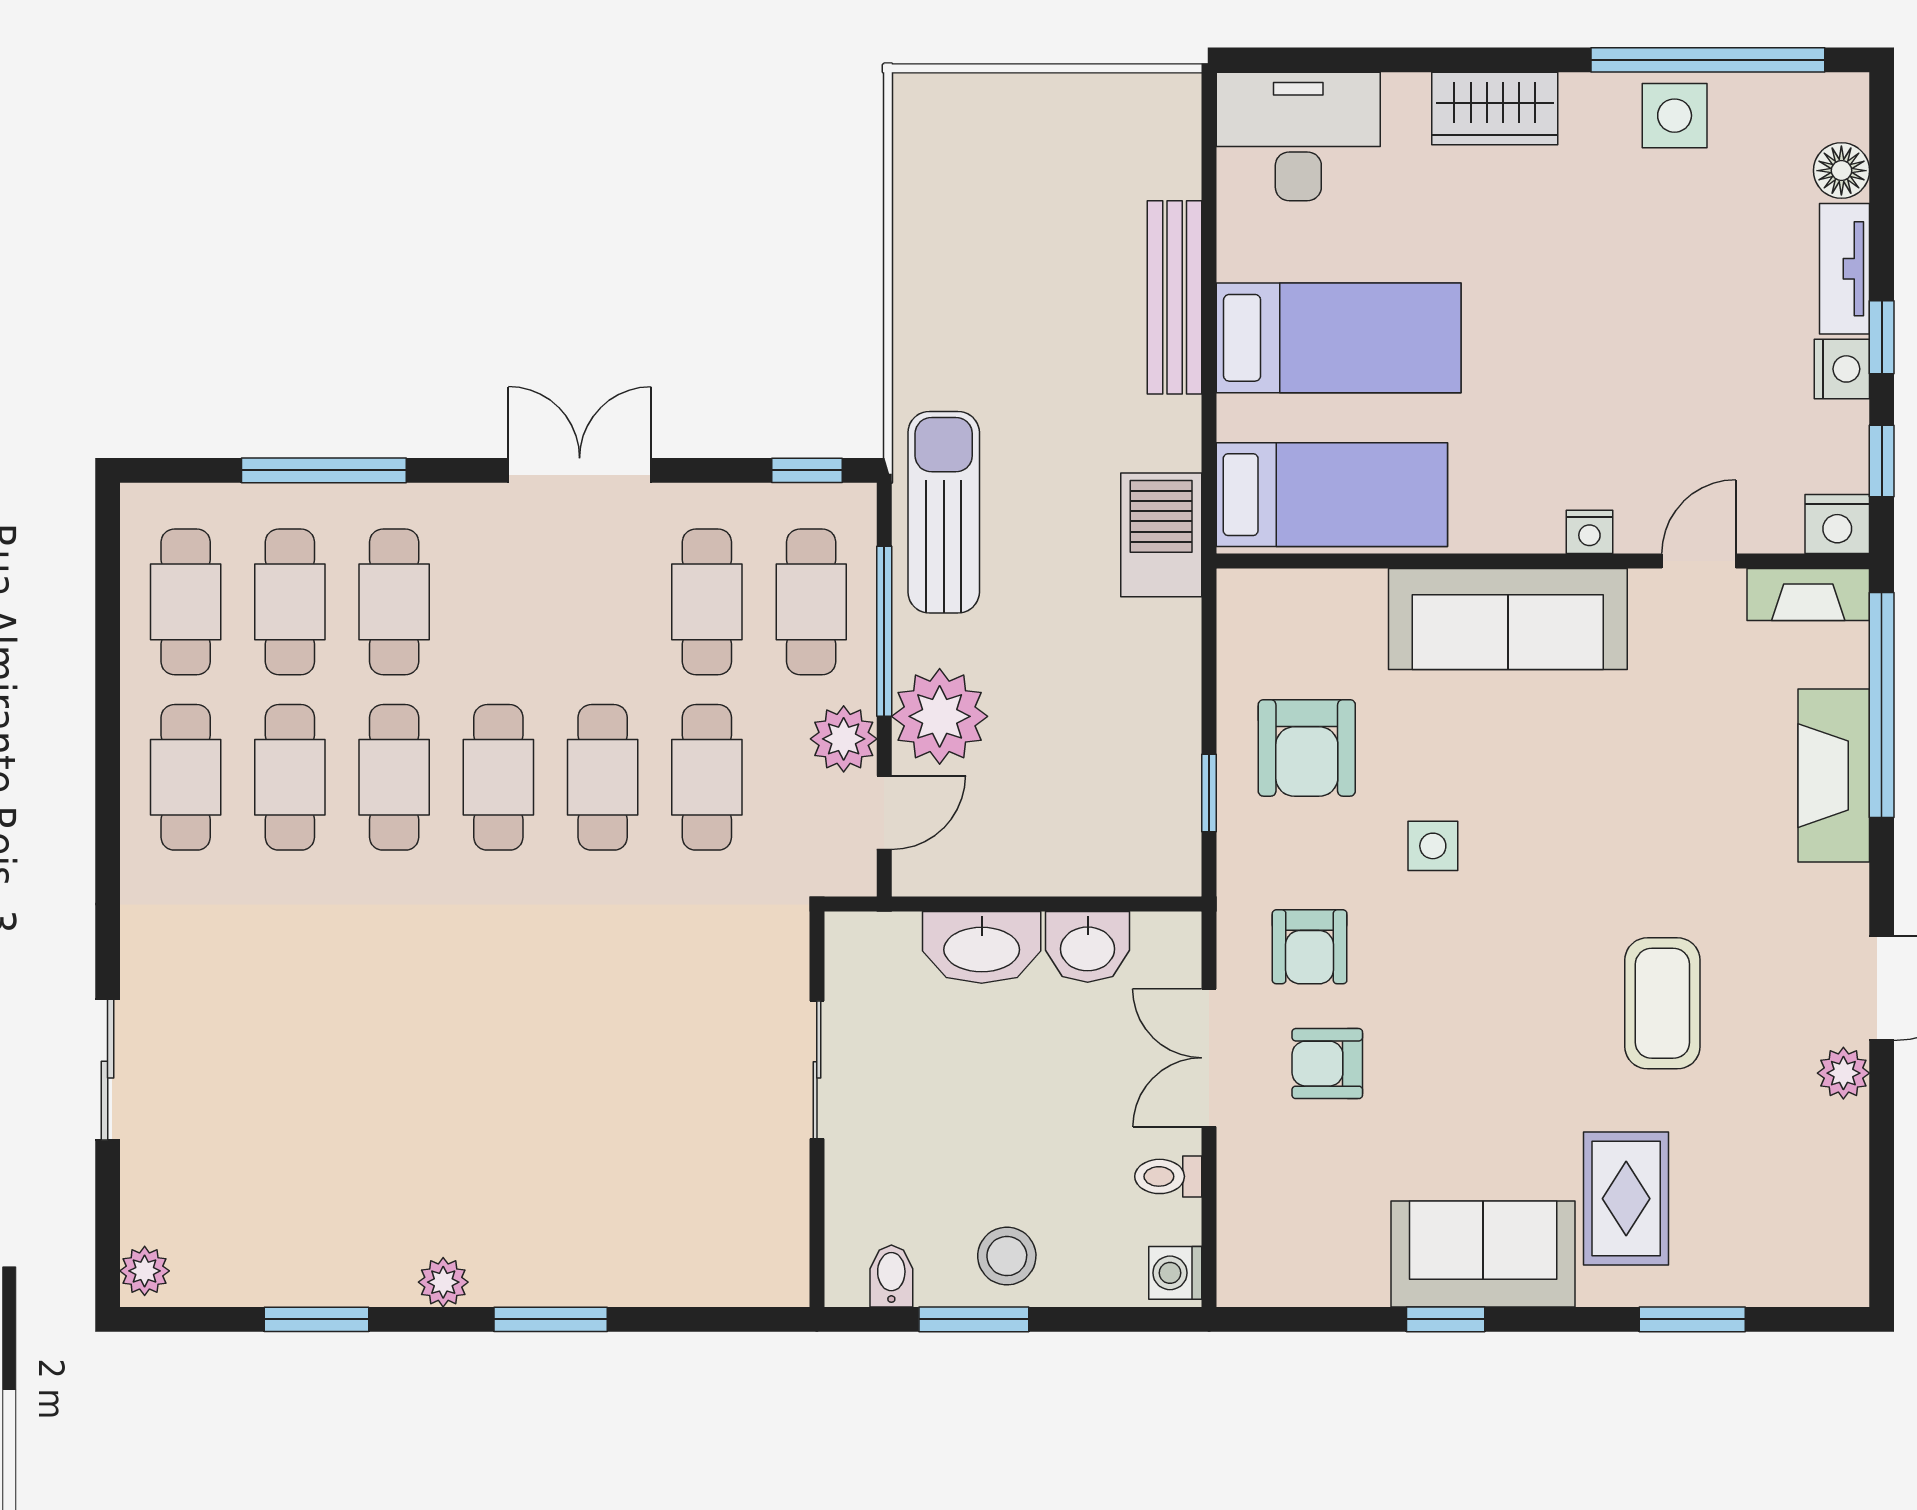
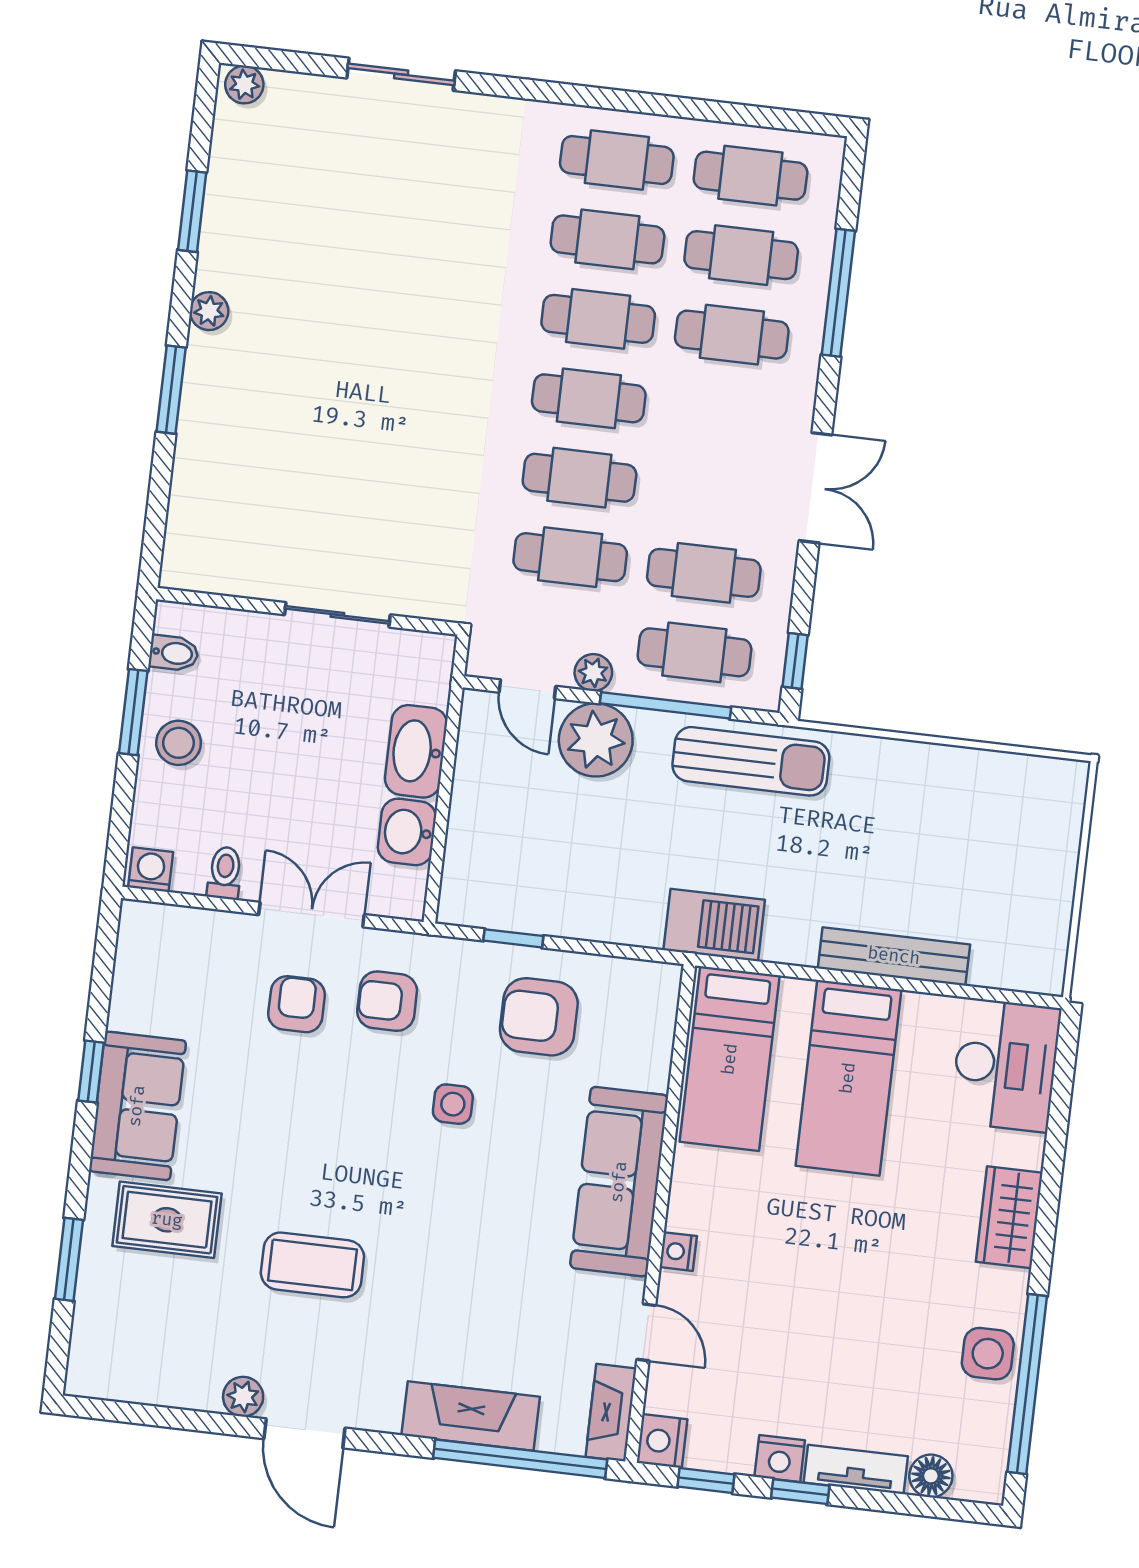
plant: (844, 739) -> (593, 673), width x0.73, depth x0.73

